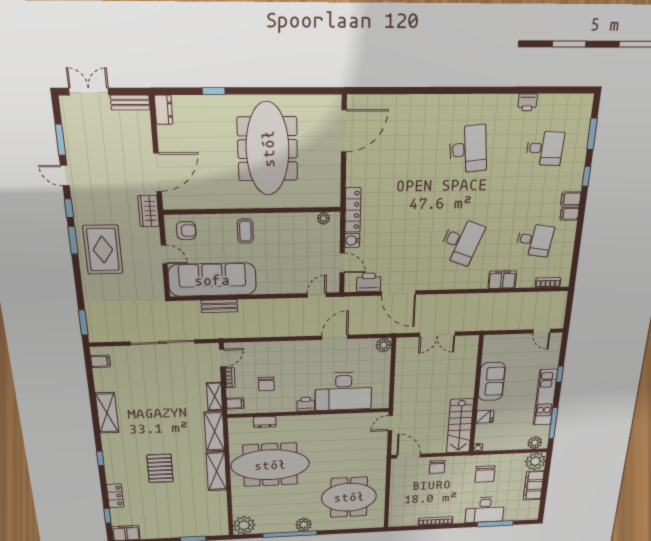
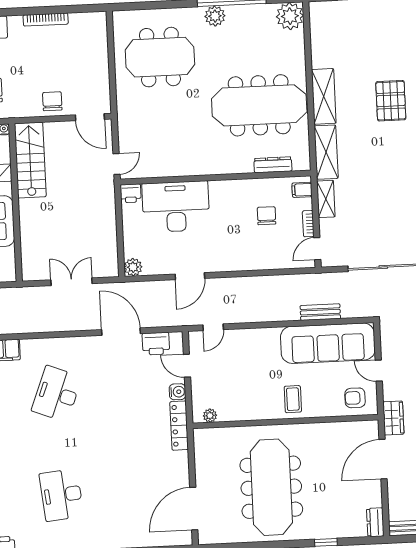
printer: (306, 404) -> (131, 193), moved
dresser: (265, 422) -> (273, 165), width x1.44

